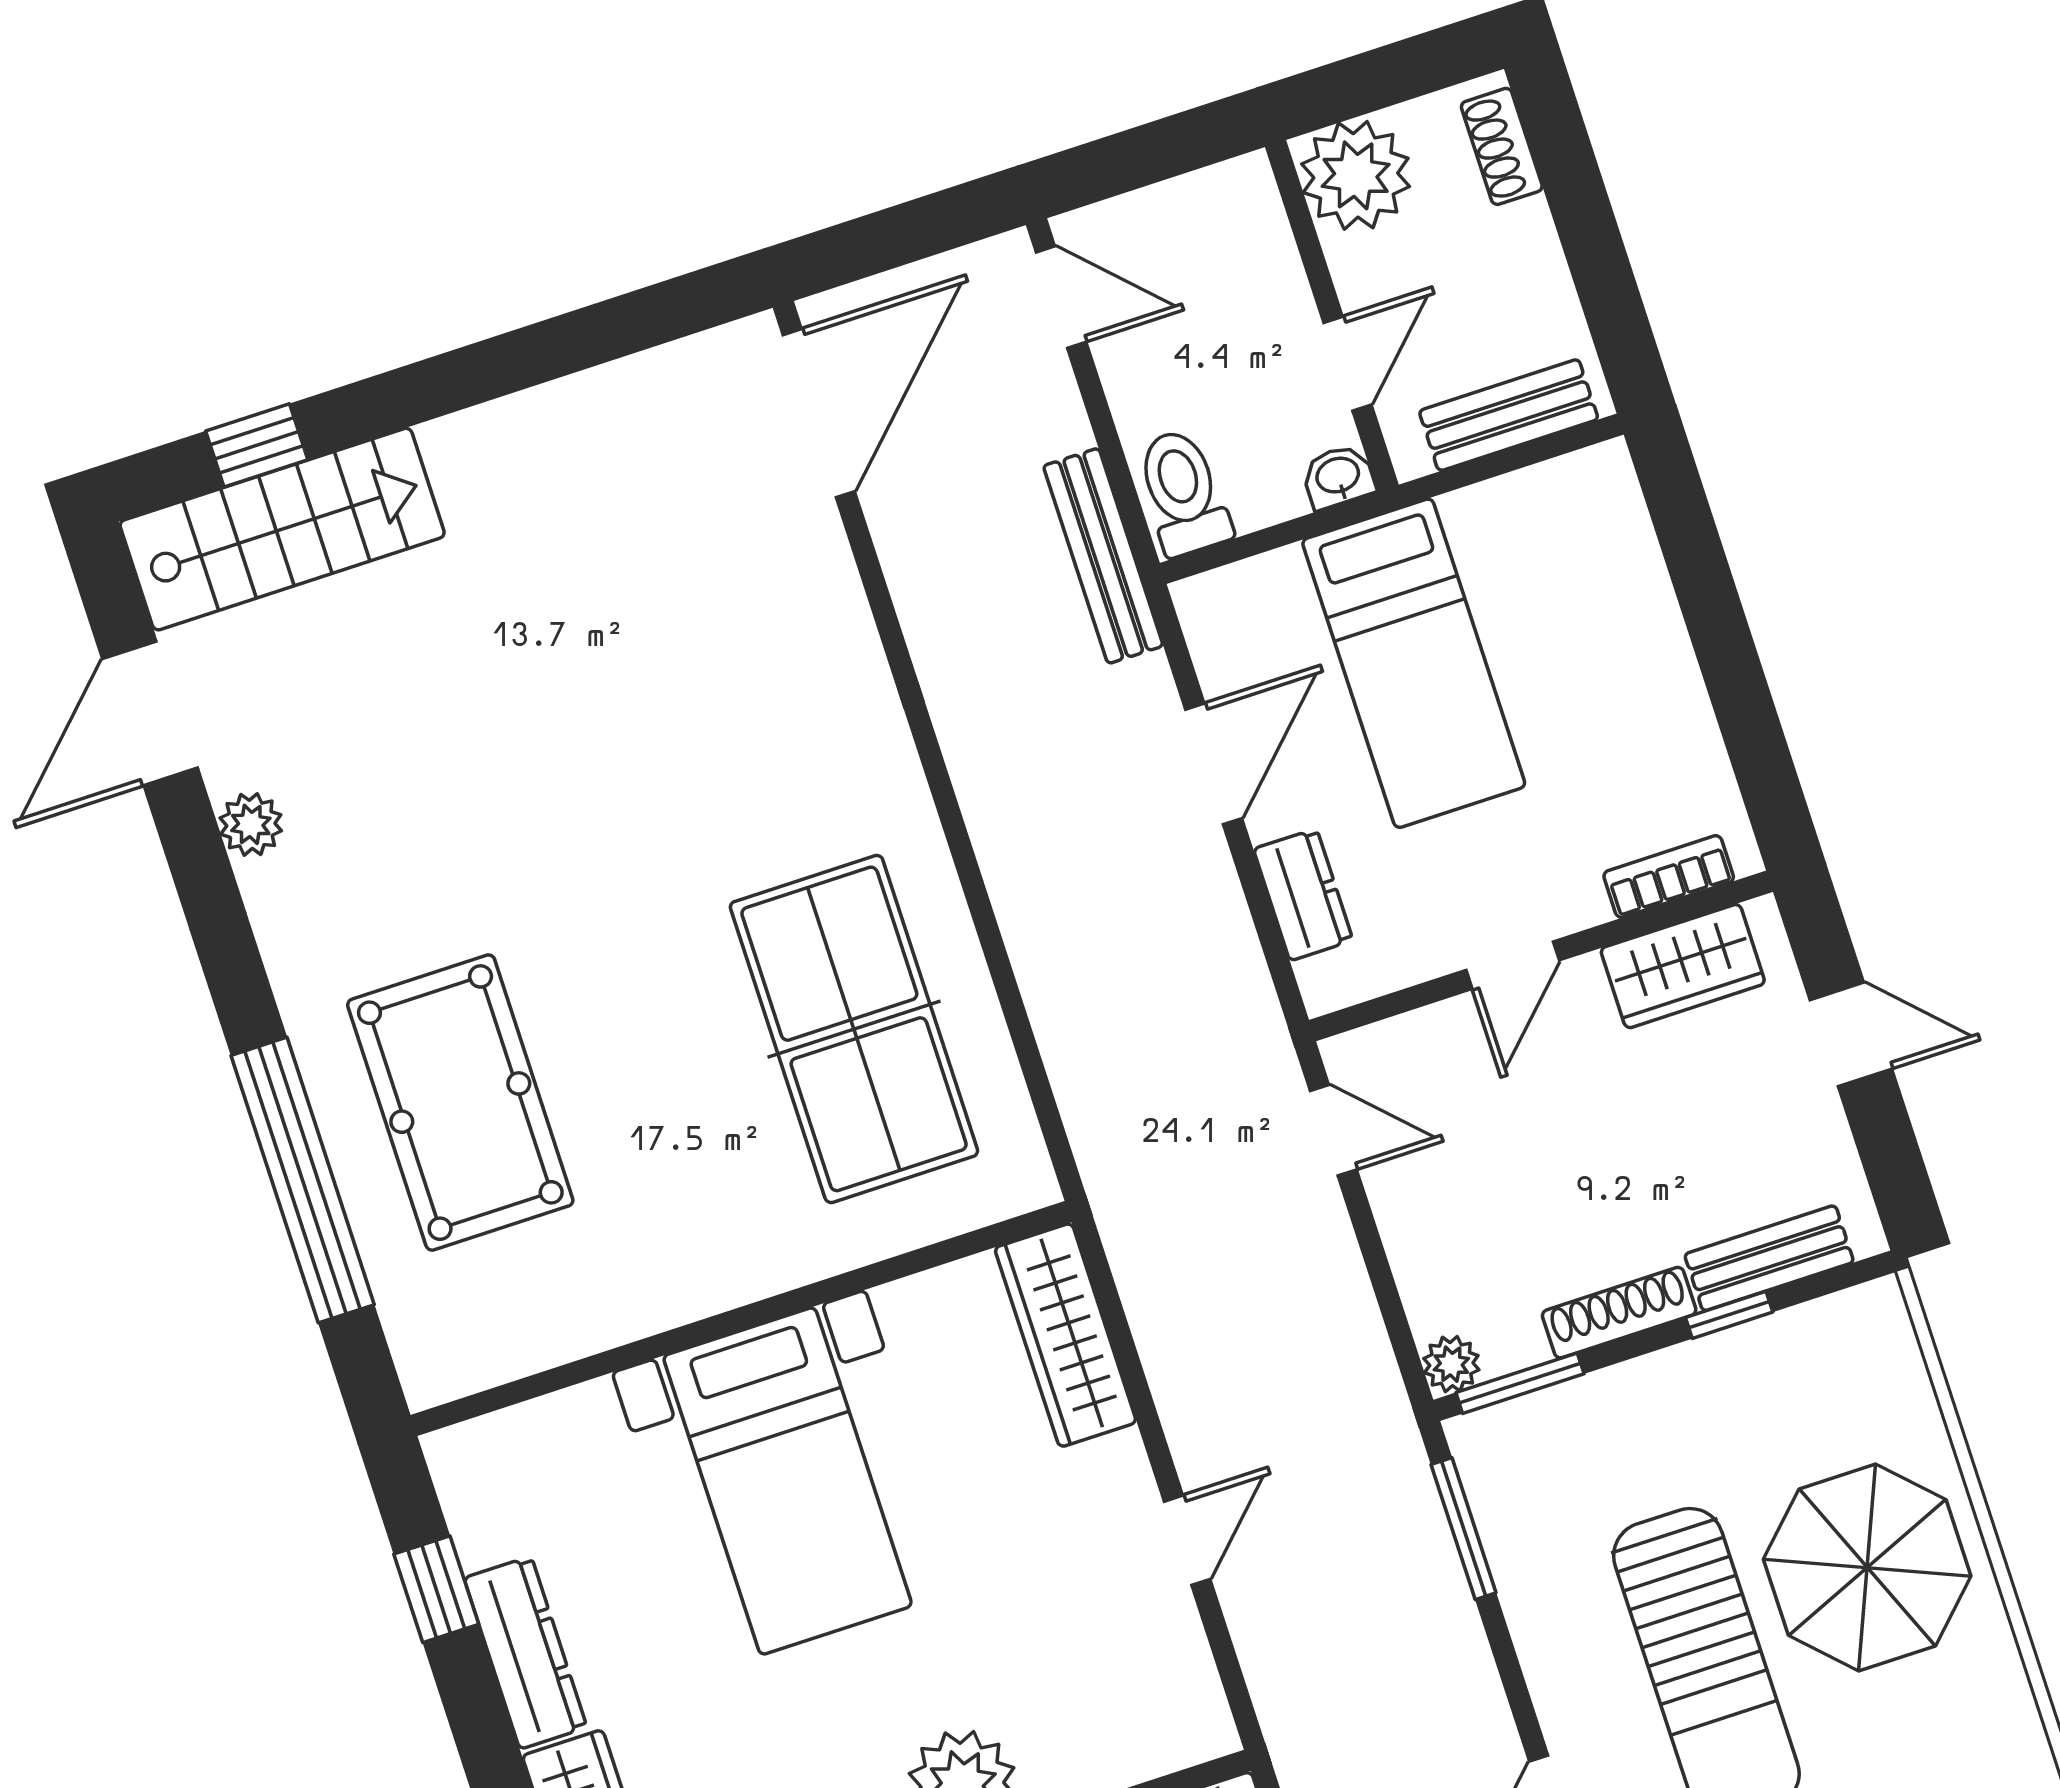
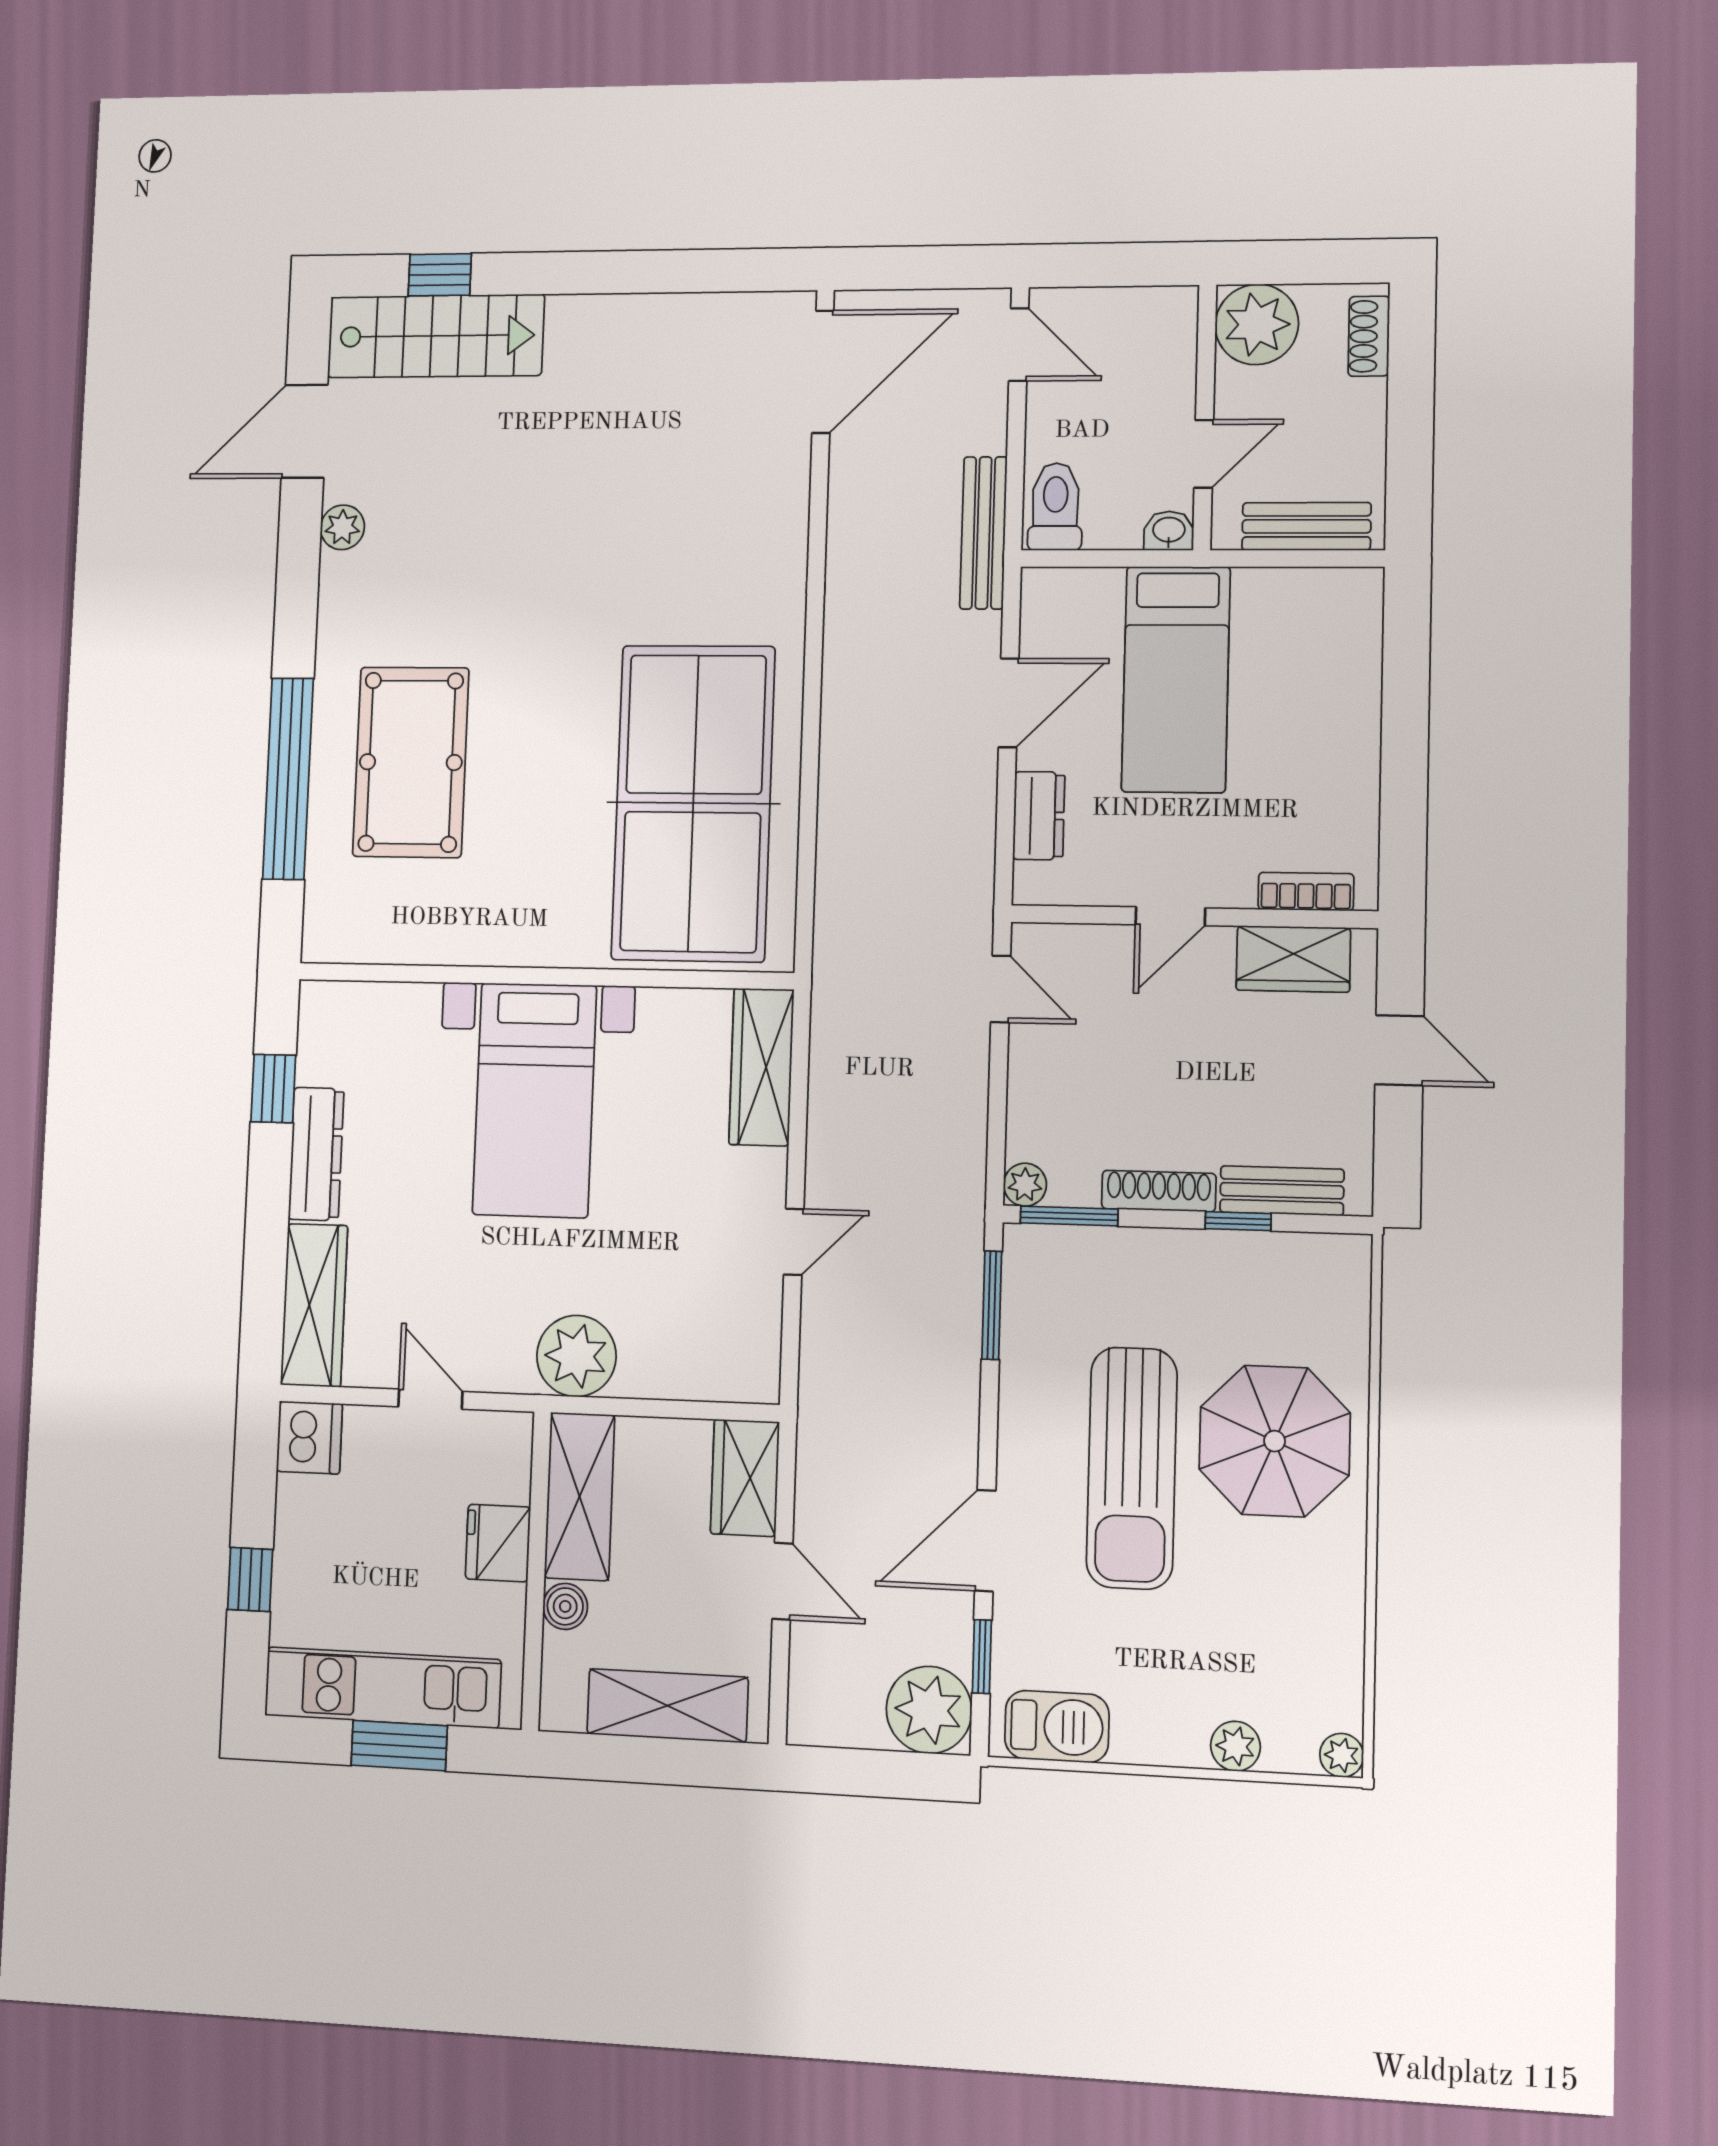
table tennis table: (854, 1029) -> (693, 803), width x1.36, depth x1.32

